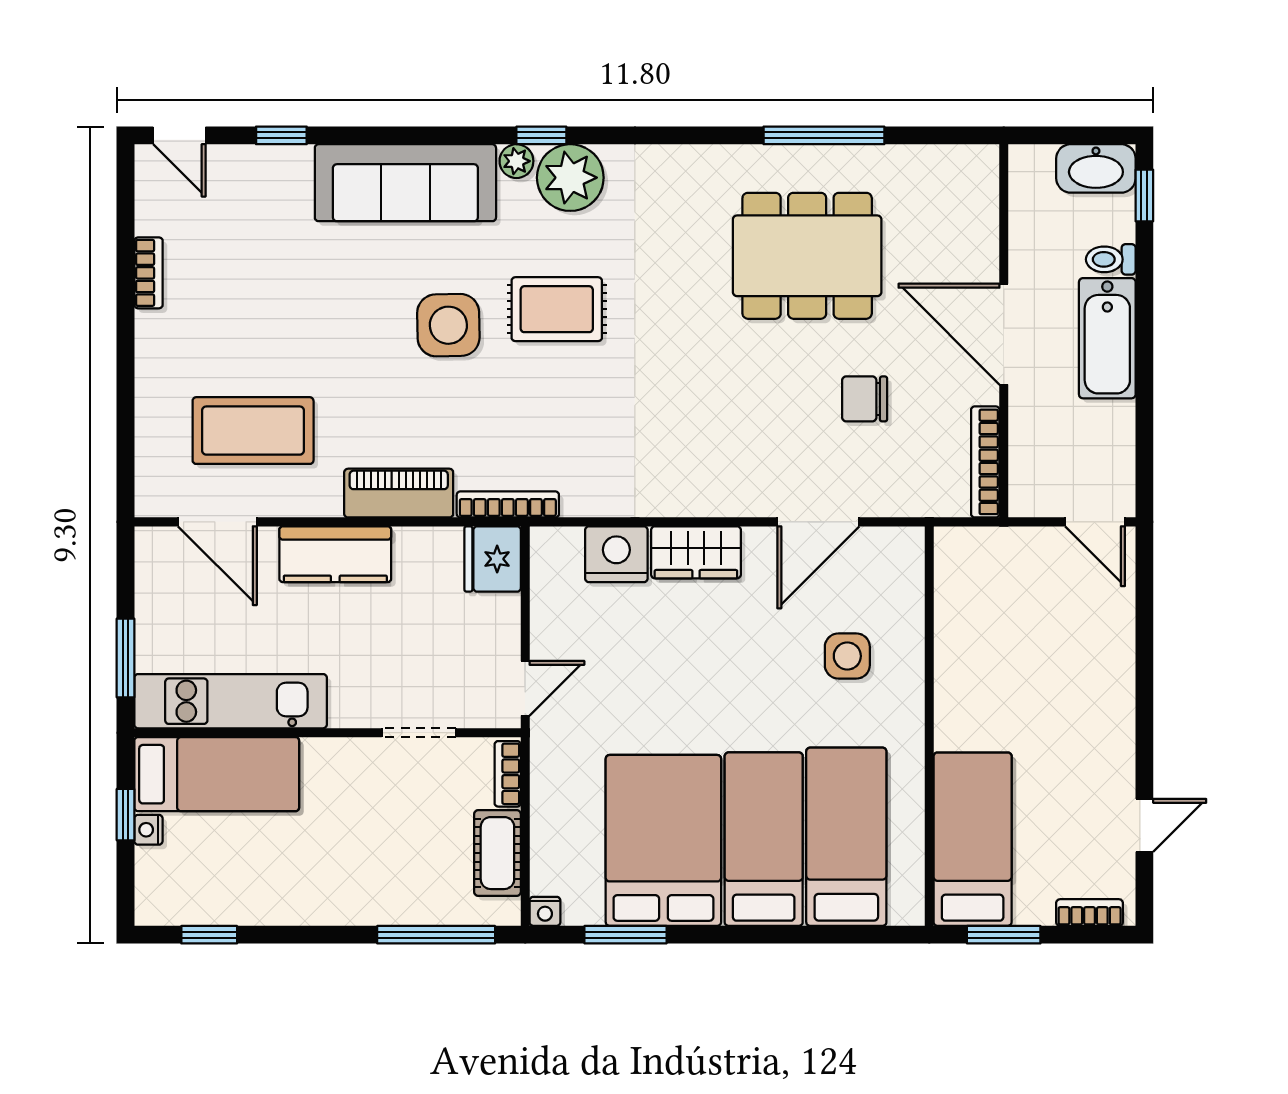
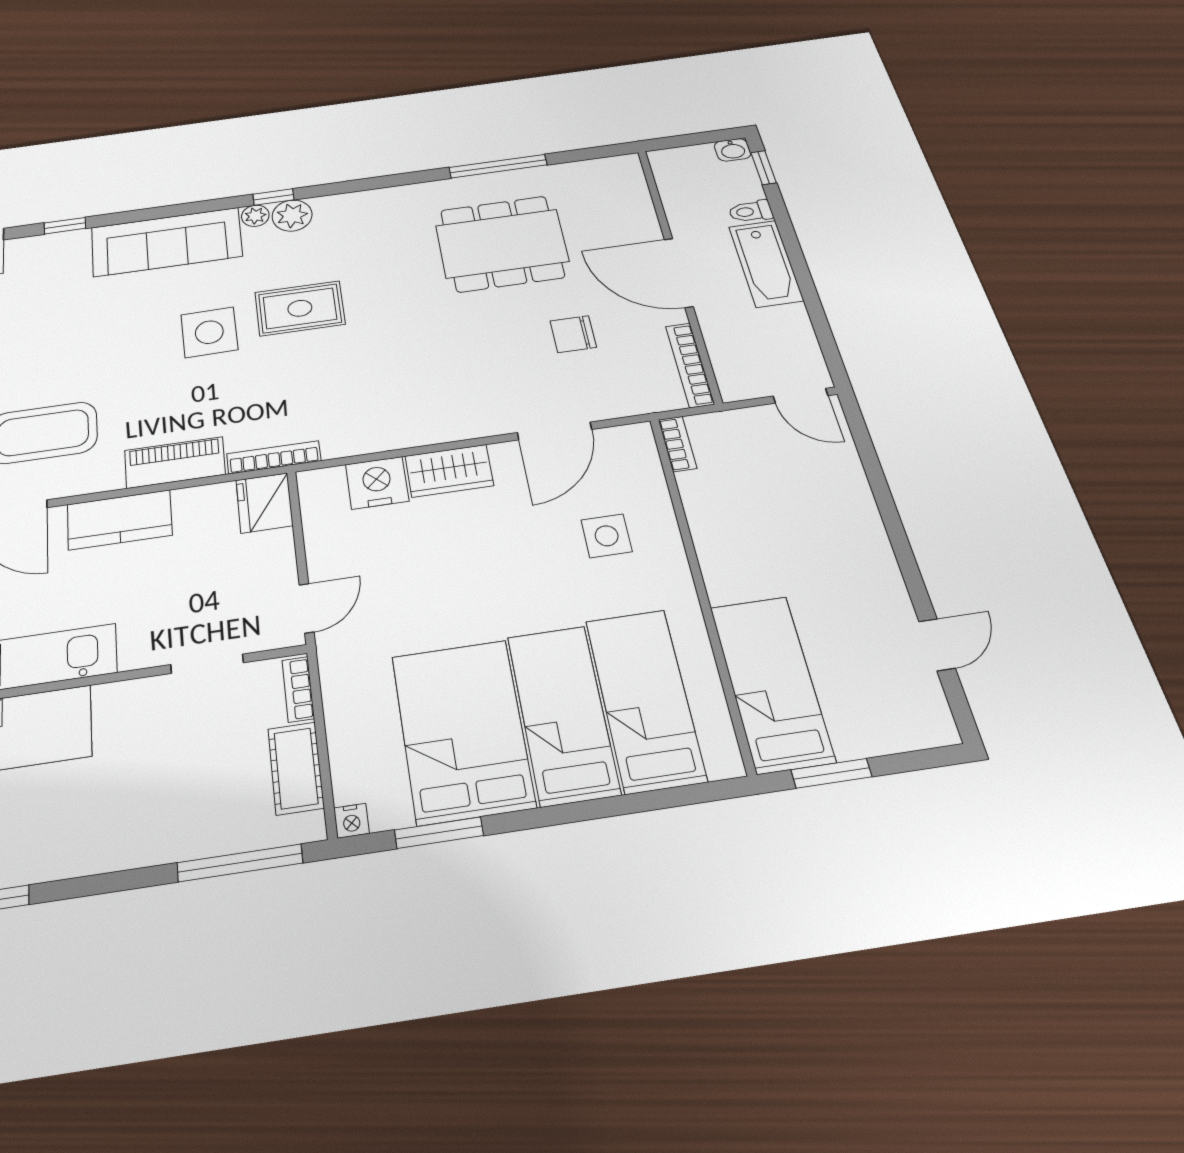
washbasin: (1096, 168) -> (733, 150), width x0.52, depth x0.69
plant: (570, 178) -> (292, 216), width x0.73, depth x0.73
bookcase: (1090, 913) -> (677, 444), moved, turned 90

